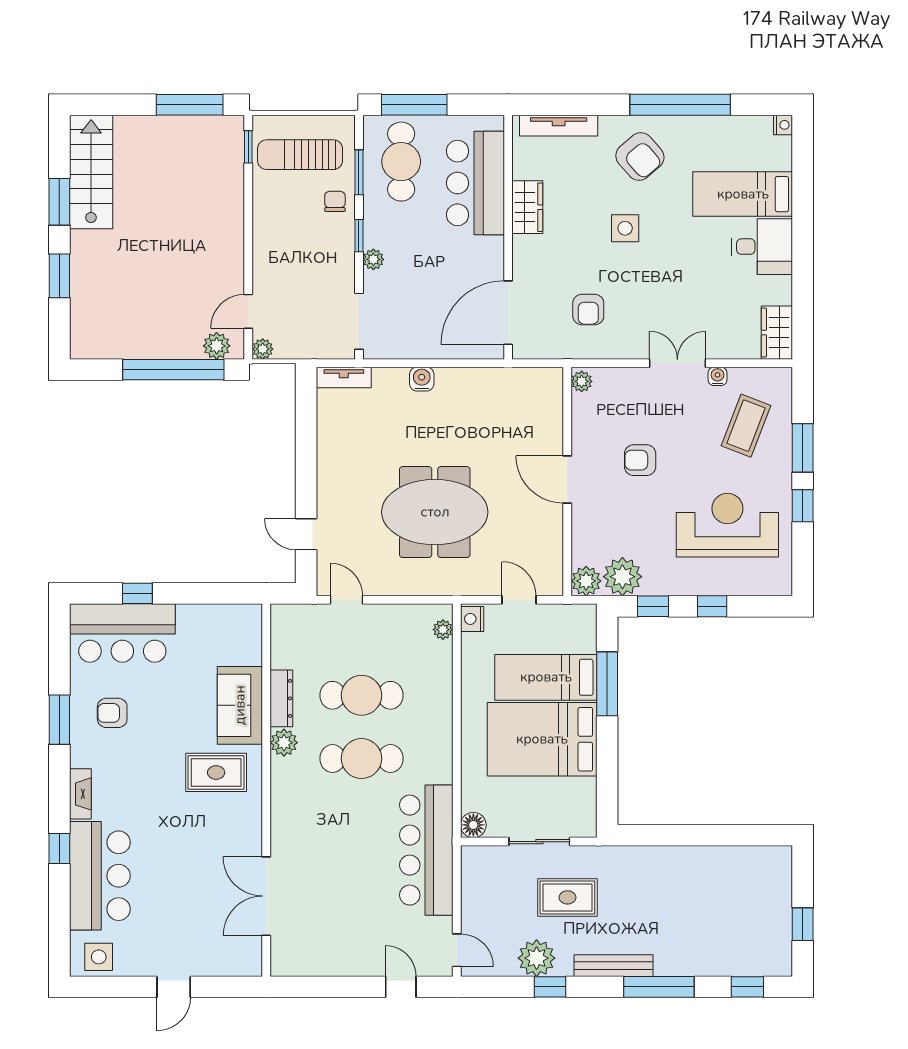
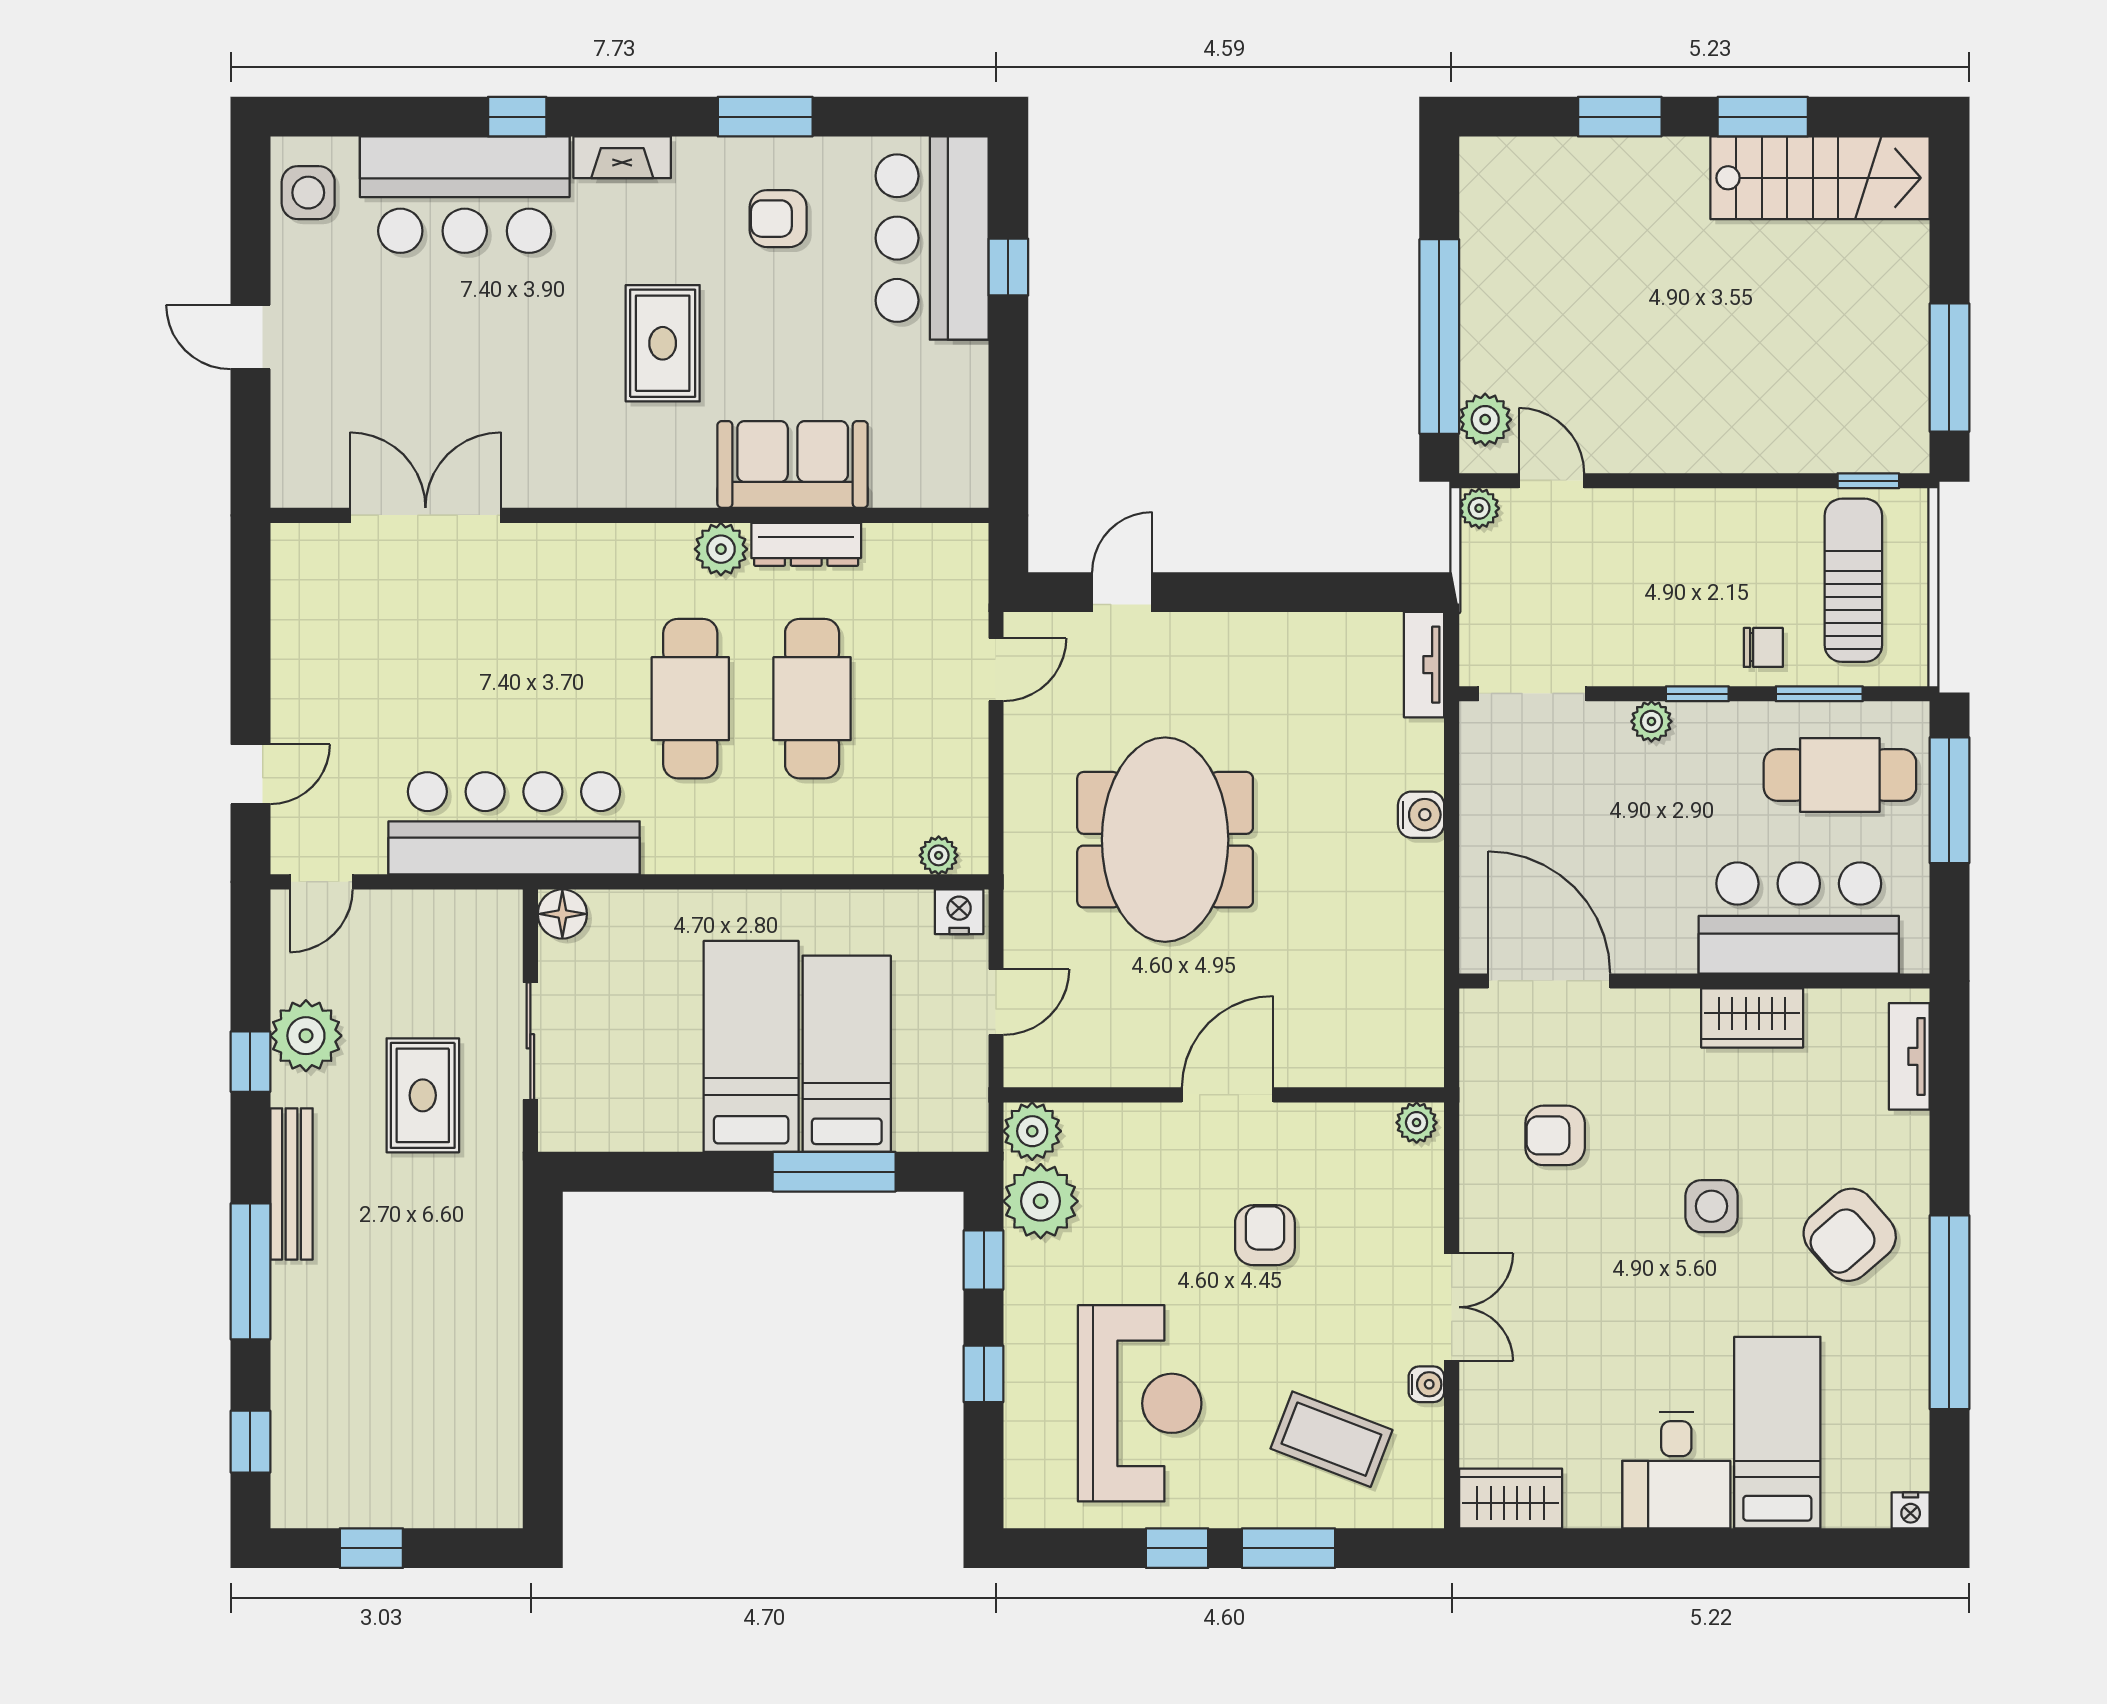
tv unit: (559, 126) -> (1909, 1056), width x0.71
armchair: (112, 713) -> (778, 219), turned -90
bed: (542, 739) -> (751, 1046), width x0.67
rug: (216, 772) -> (663, 343), moved

